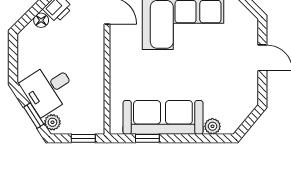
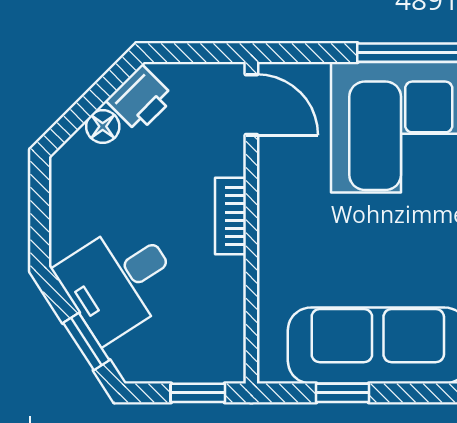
bookcase: (98, 60) -> (230, 216), added
plant: (52, 122) -> (129, 357), removed

